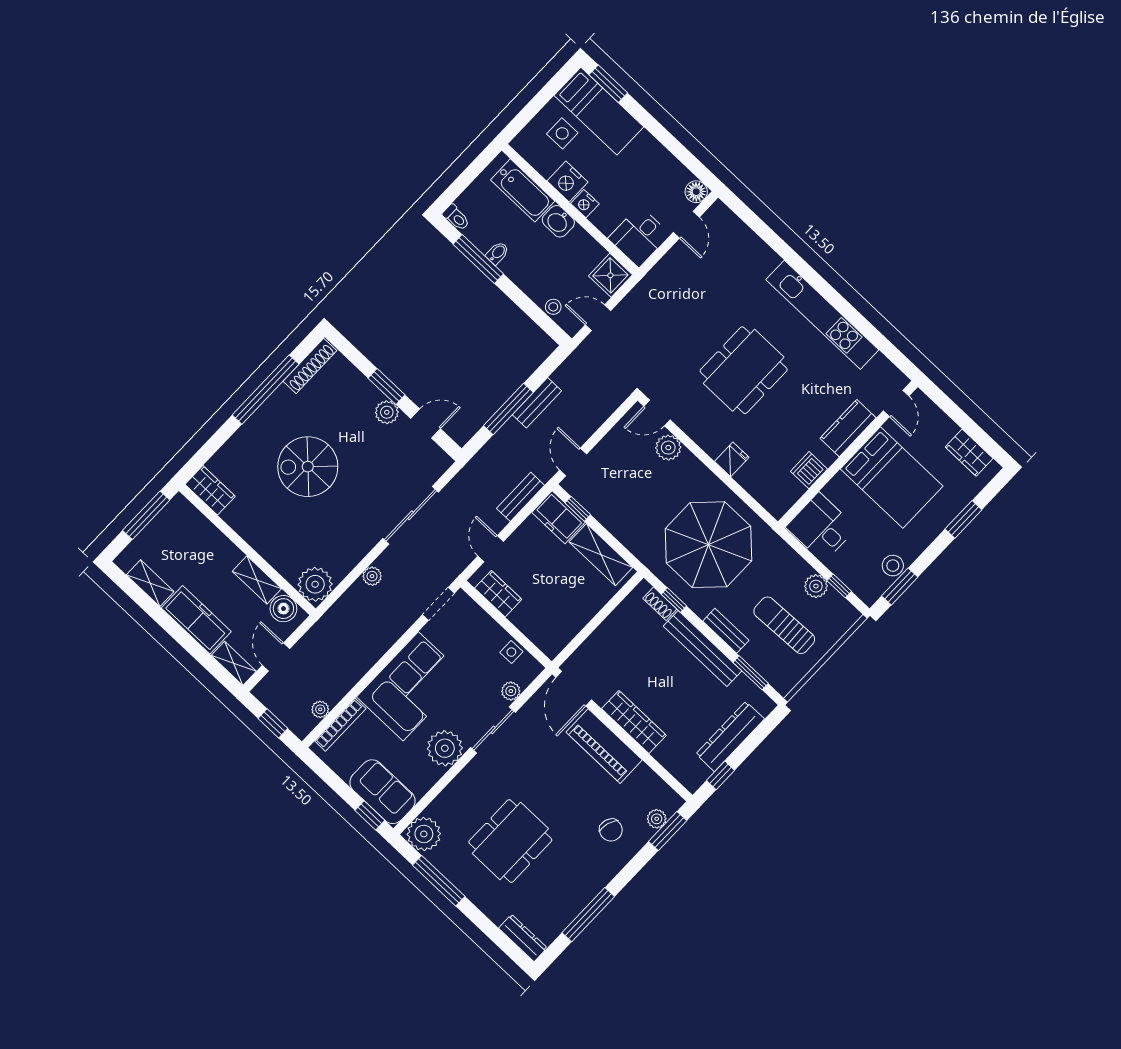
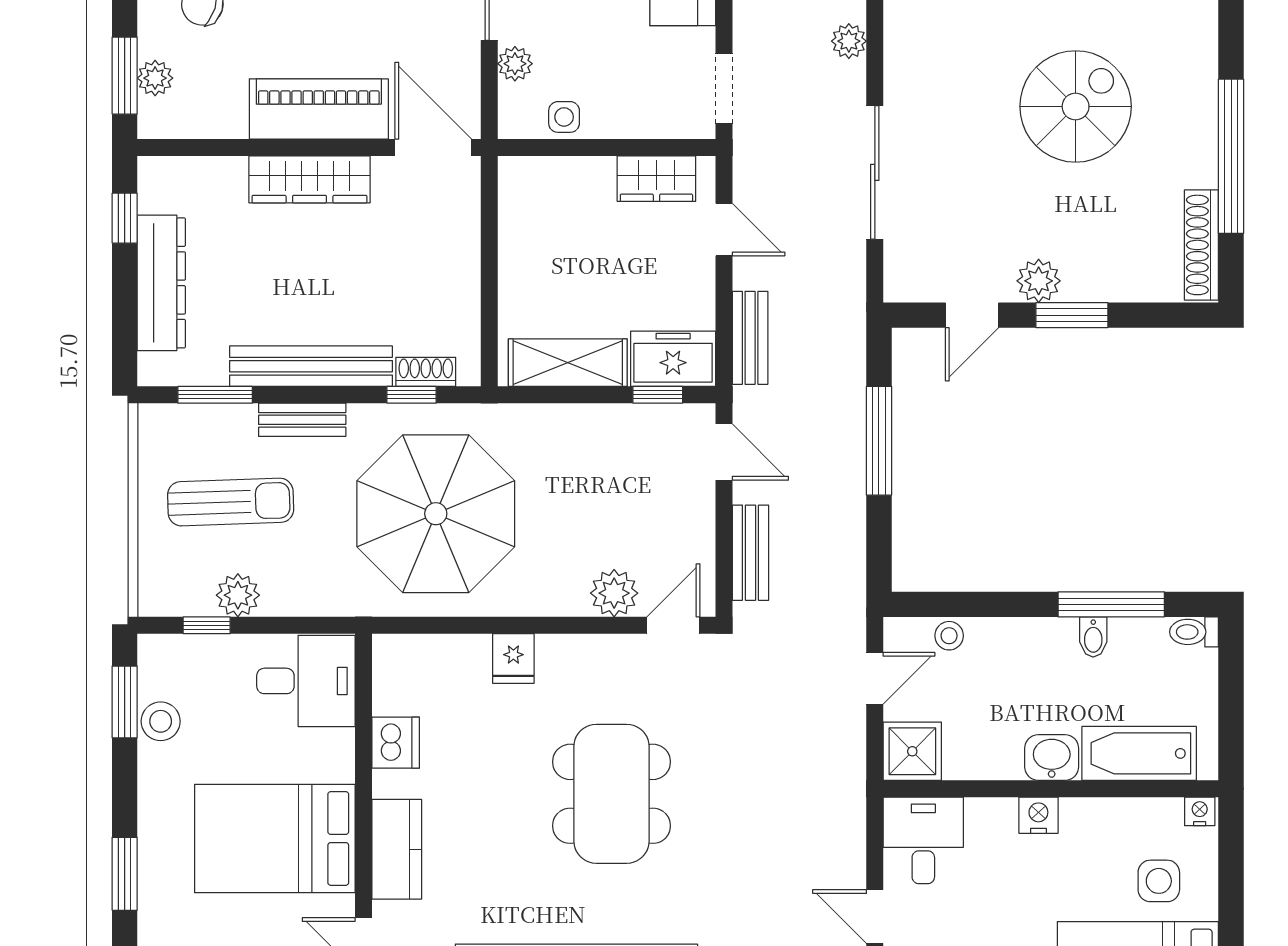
nightstand: (568, 182) -> (1200, 811), moved, width x0.53, depth x0.56
bench: (537, 403) -> (750, 553), moved

